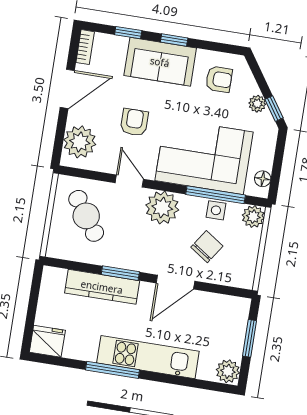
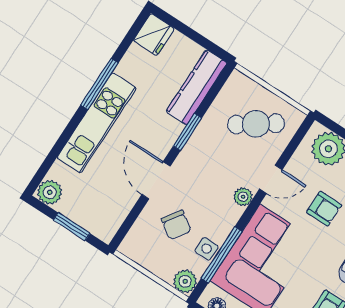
plant: (162, 208) -> (243, 197), width x0.53, depth x0.53
kitchen counter: (102, 287) -> (197, 87), moved

